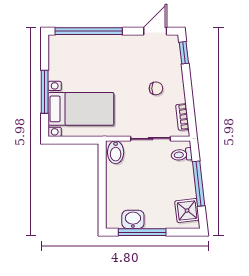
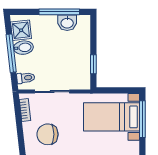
chair: (156, 88) -> (48, 134), width x1.87, depth x1.87
window: (45, 92) -> (142, 119), moved
bidet: (116, 152) -> (23, 48), moved, turned 84
window: (102, 171) -> (93, 64), added

